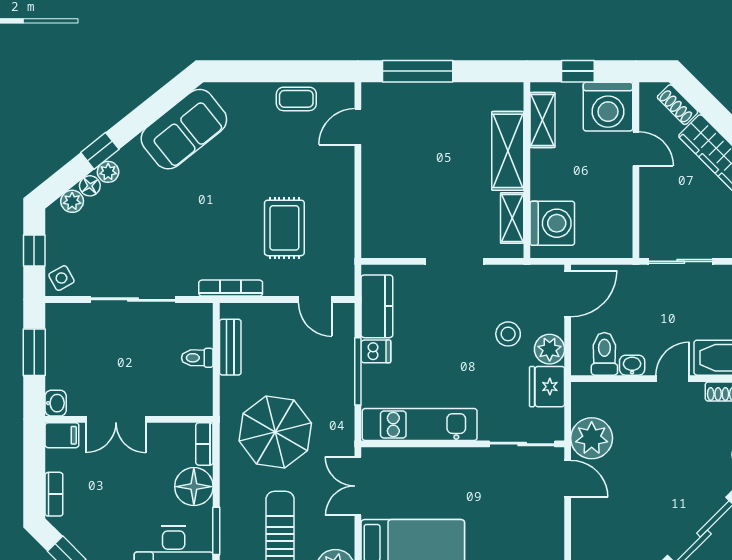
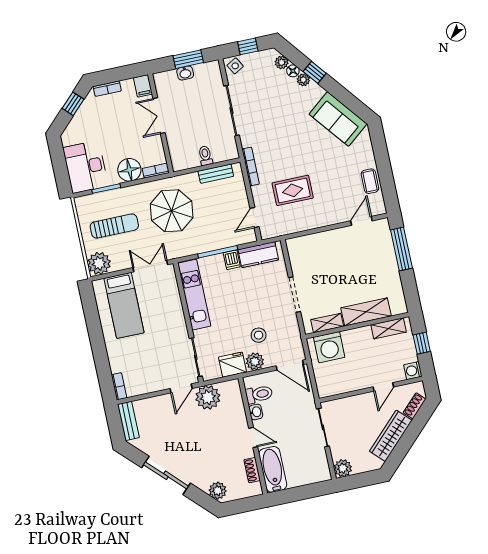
washing machine: (608, 107) -> (413, 371), width x0.53, depth x0.53
door: (358, 127) -> (361, 221), hinge flipped
washbasin: (56, 403) -> (185, 73), moved

